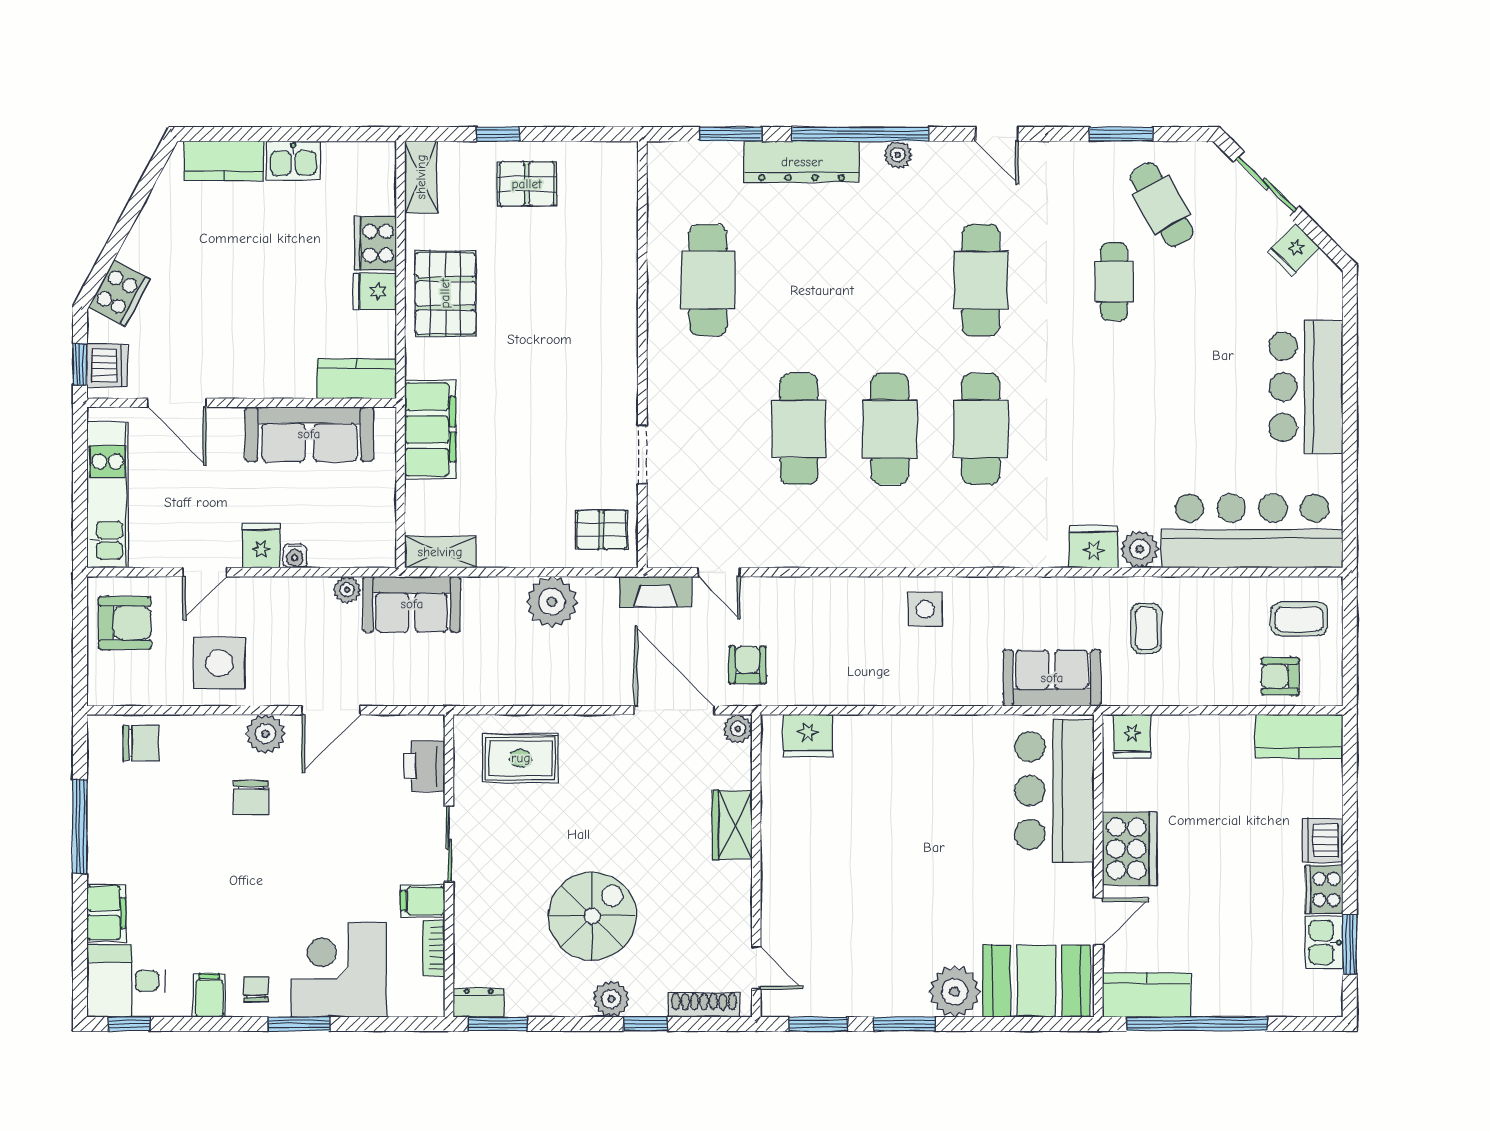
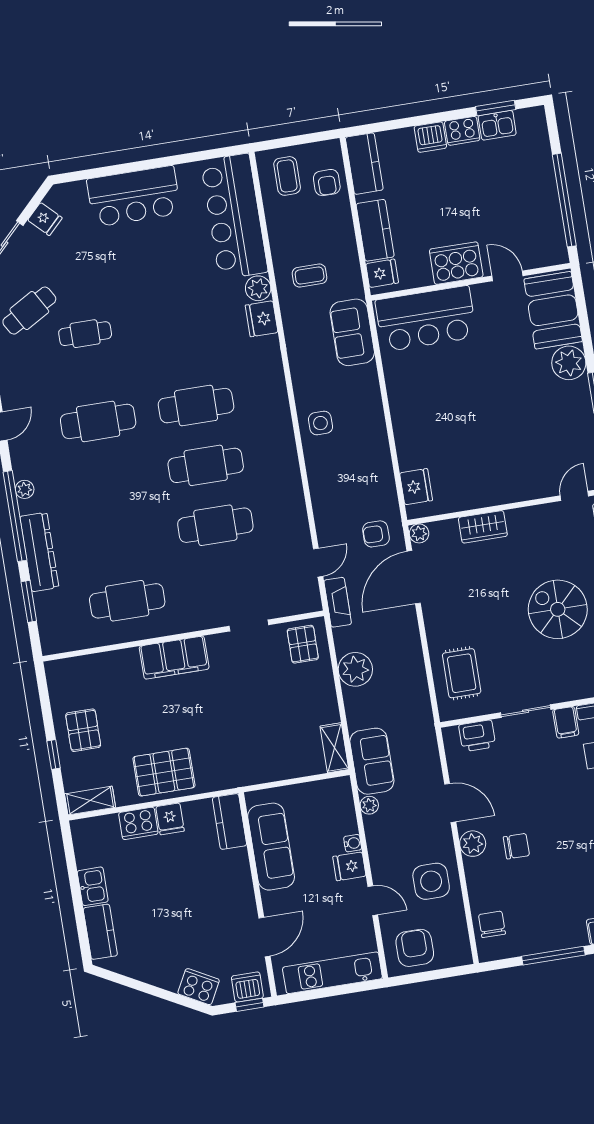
filing cabinet: (430, 429) -> (174, 658), moved, turned 180
kitchen counter: (1147, 995) -> (375, 230), moved, turned 180

